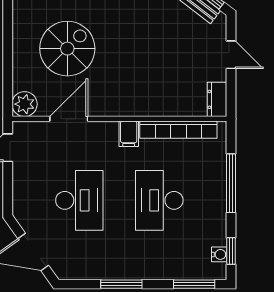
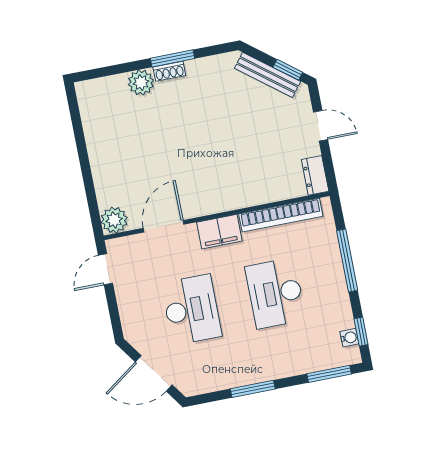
spiral stairs: (67, 49) -> (148, 153), removed
filing cabinet: (129, 134) -> (219, 232), width x2.00

